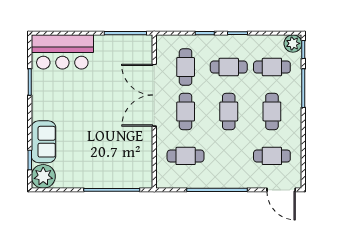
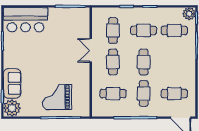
double door: (154, 95) -> (91, 50), width x0.54
cafe table: (272, 111) -> (144, 94), moved
grand piano: (107, 161) -> (57, 97), added

